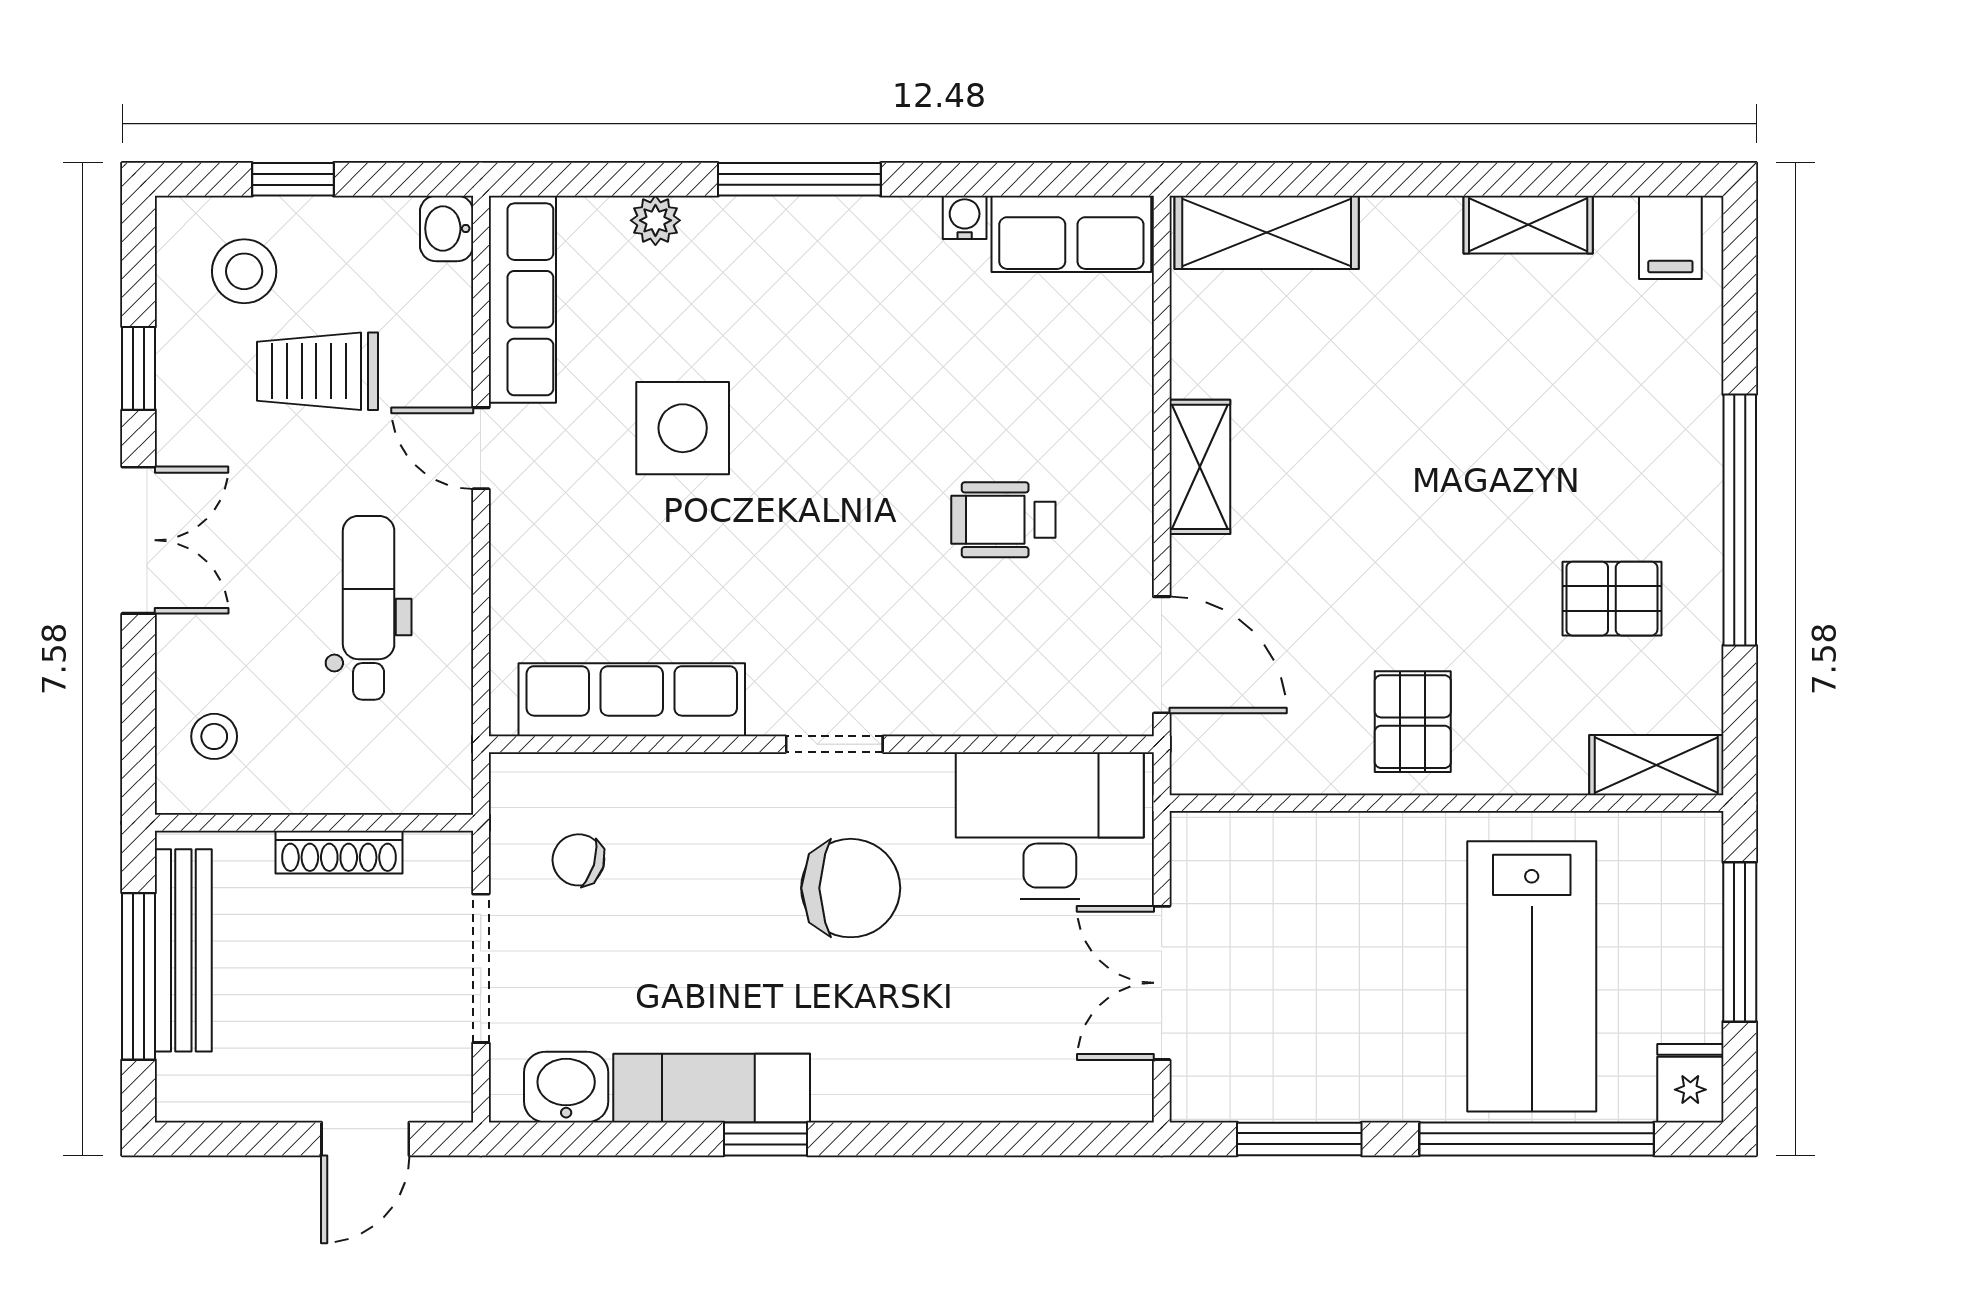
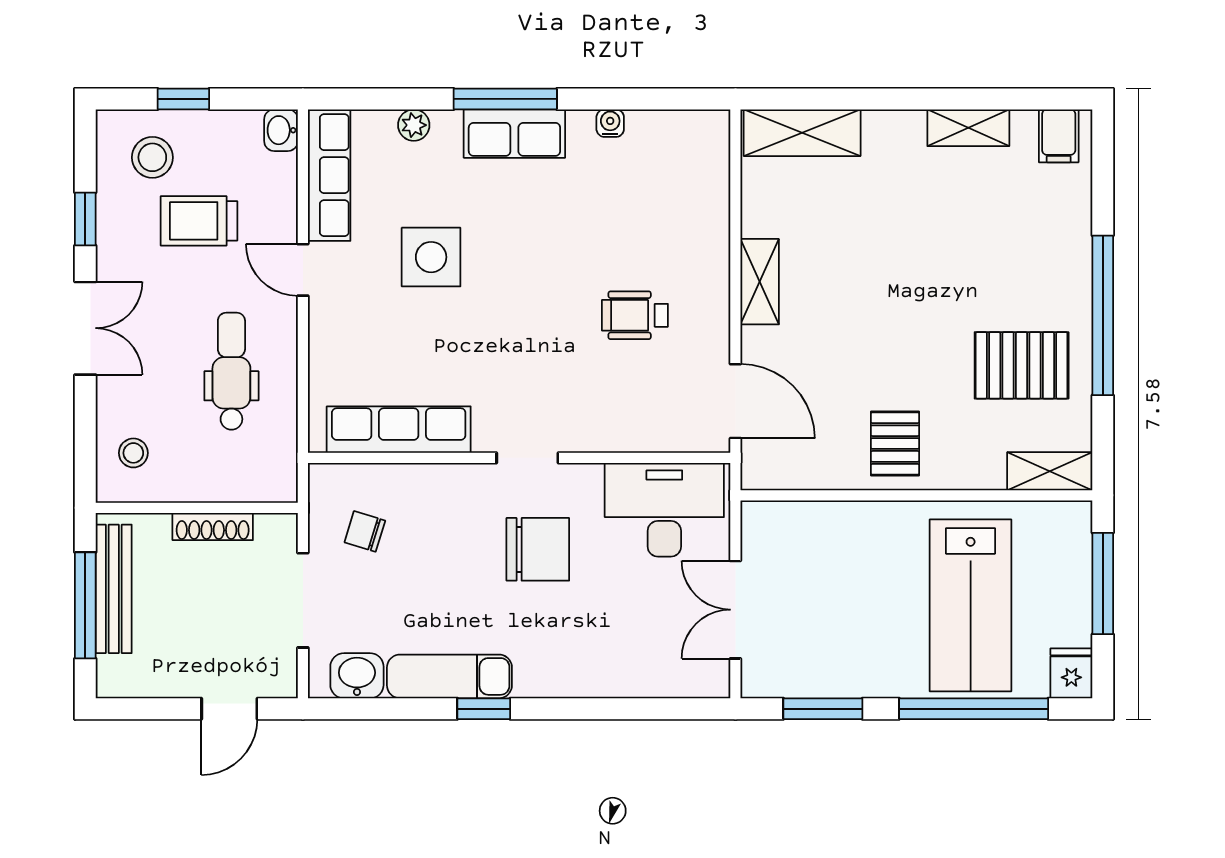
row of seats: (1071, 234) -> (514, 134), moved
pallet: (1612, 599) -> (1022, 365), width x1.50, depth x1.42

